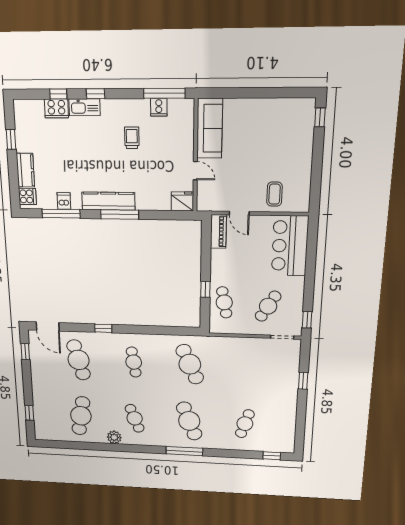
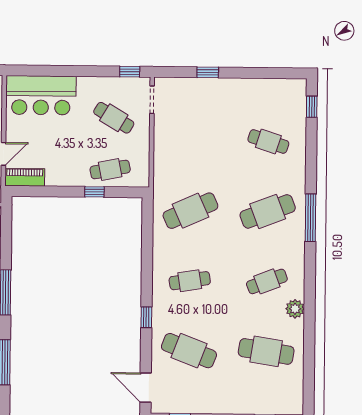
door: (48, 326) -> (146, 388), swing flipped
cafe table: (79, 360) -> (189, 351), turned 36

